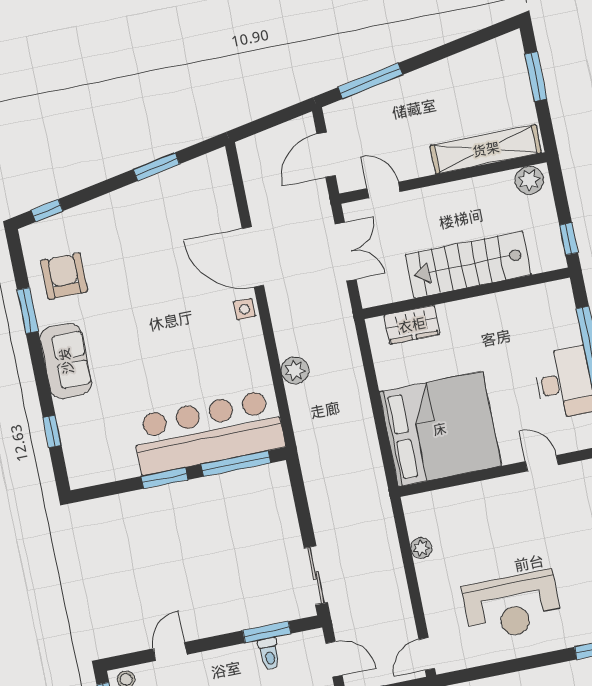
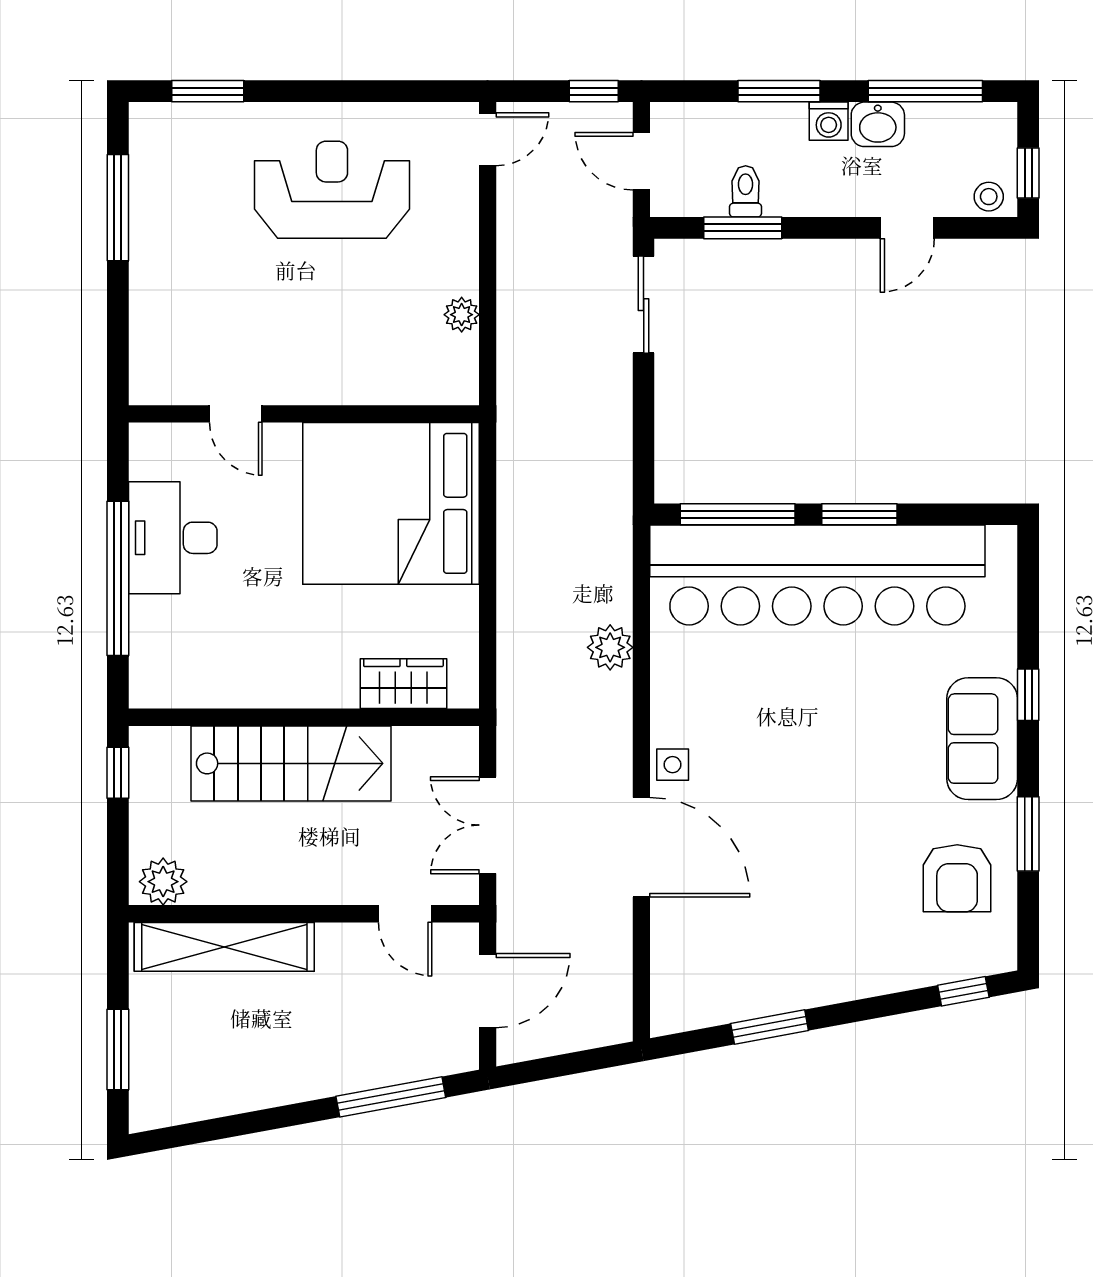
window: (52, 431) -> (1028, 695), moved
bar counter: (208, 432) -> (817, 575), width x1.36

